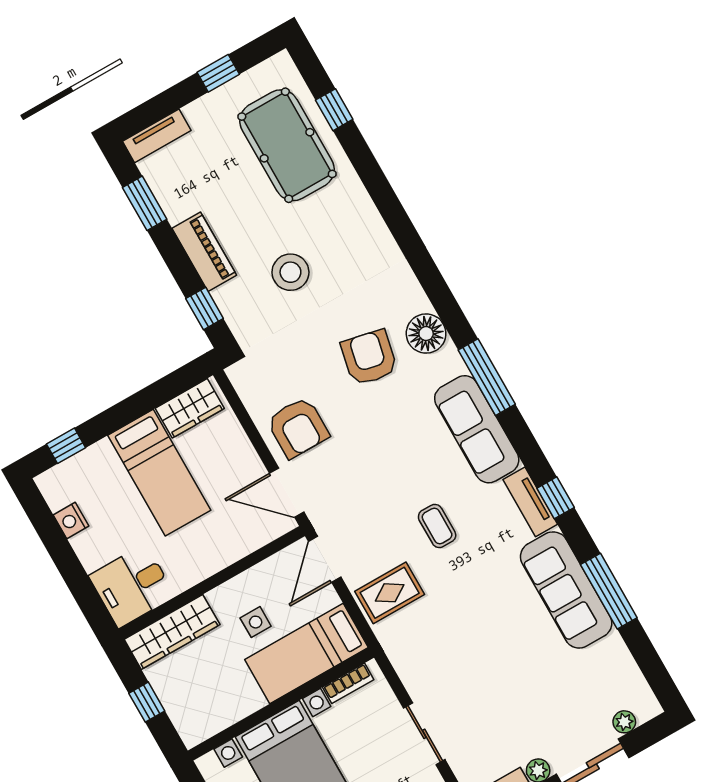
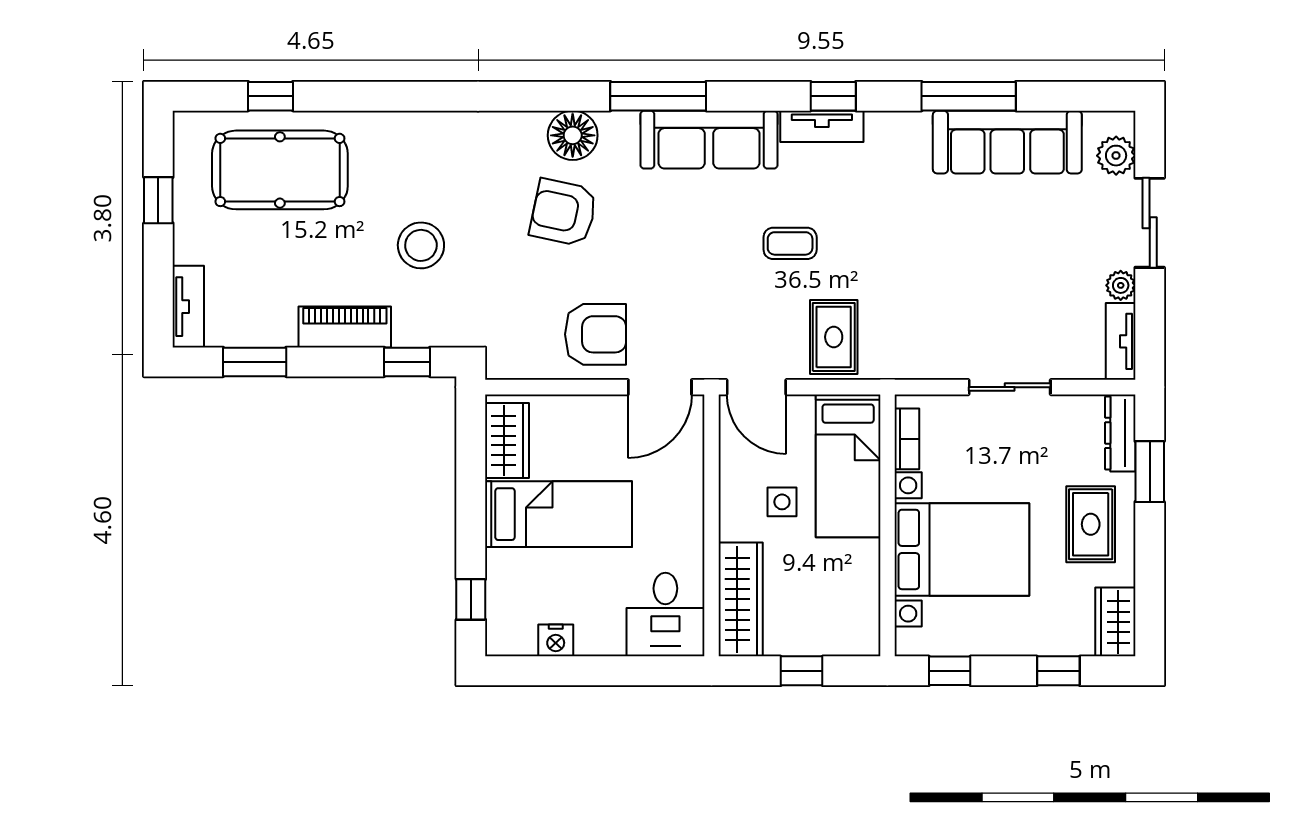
sofa: (566, 590) -> (1007, 142), moved
plant: (624, 722) -> (1116, 156), width x1.38, depth x1.38

